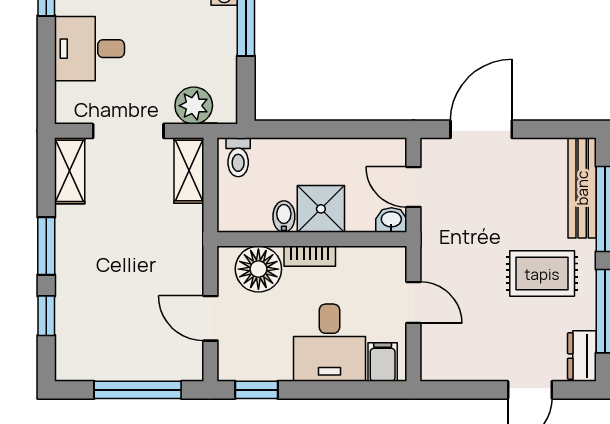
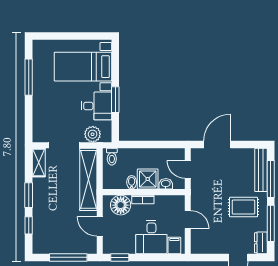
desk: (90, 49) -> (96, 106), moved, turned 180
shelving: (189, 171) -> (88, 179), width x2.20, depth x1.33
washbasin: (391, 220) -> (166, 184), moved

